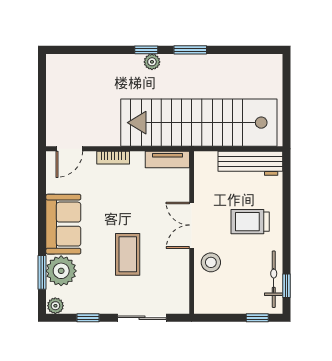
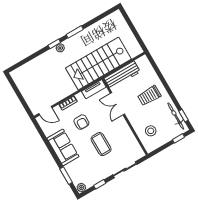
stairs: (199, 123) -> (98, 63), width x0.73
door: (69, 149) -> (45, 111), hinge flipped
workbench: (250, 163) -> (122, 75), moved
armchair: (117, 201) -> (81, 122), added
double door: (192, 225) -> (117, 104), moved
stool: (211, 262) -> (151, 131), moved
plant: (61, 271) -> (75, 170), removed

